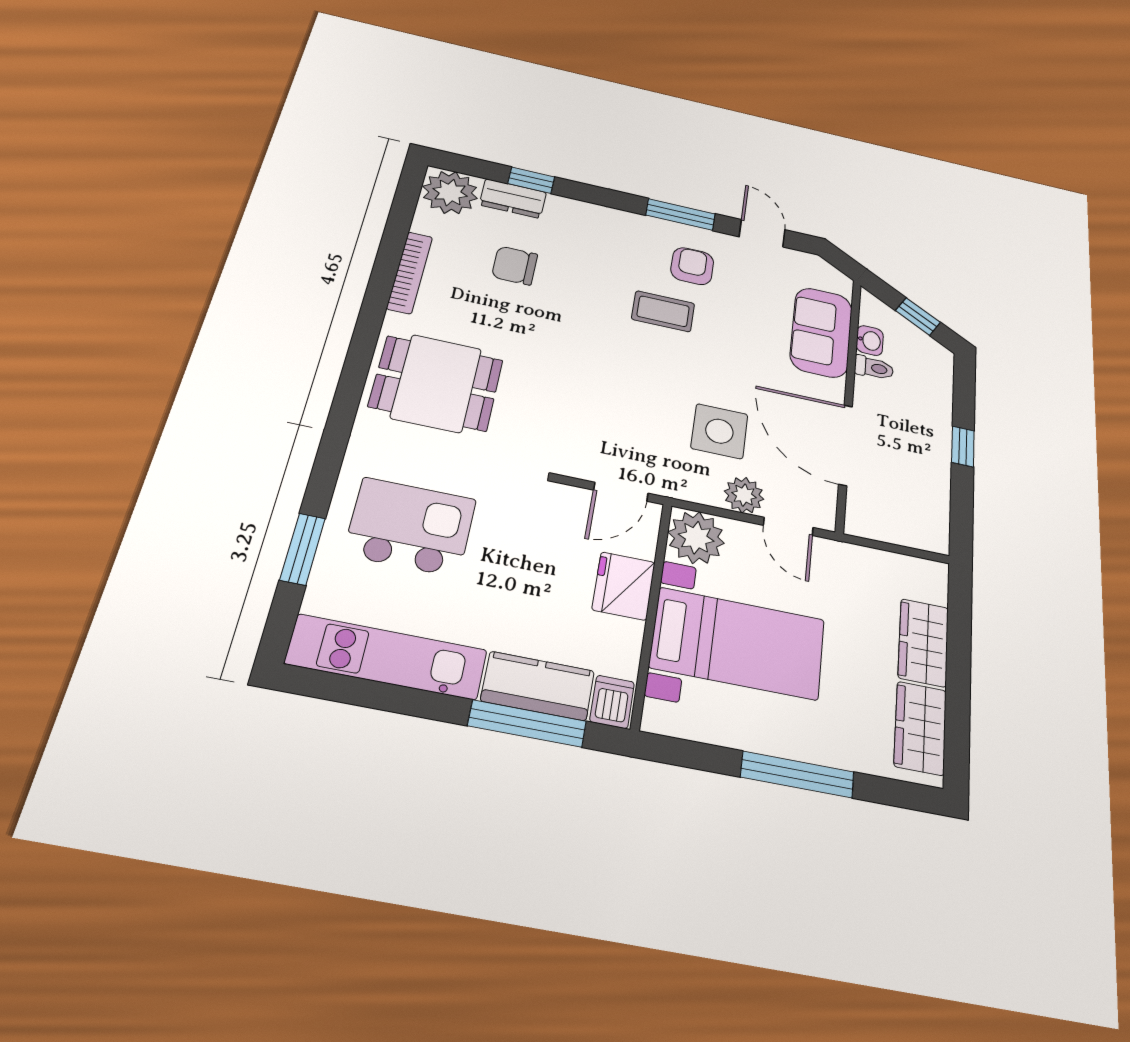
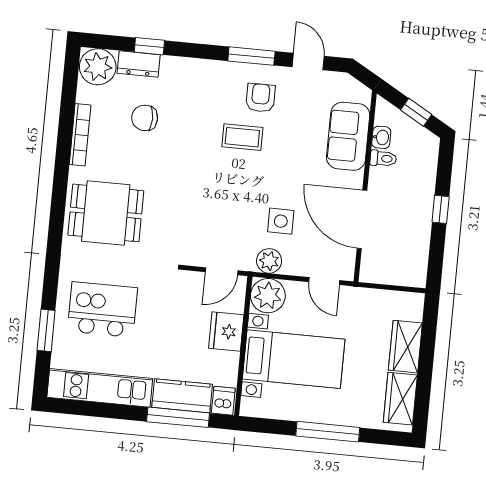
side table: (719, 431) -> (281, 221), width x0.73, depth x0.73
plant: (744, 495) -> (269, 261), moved

